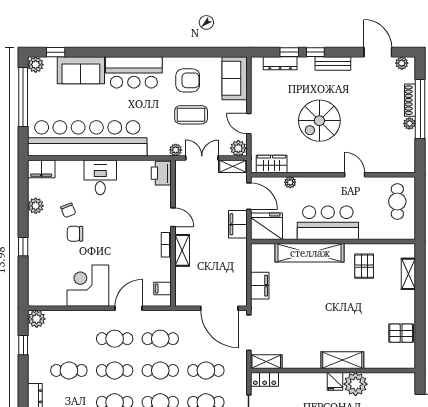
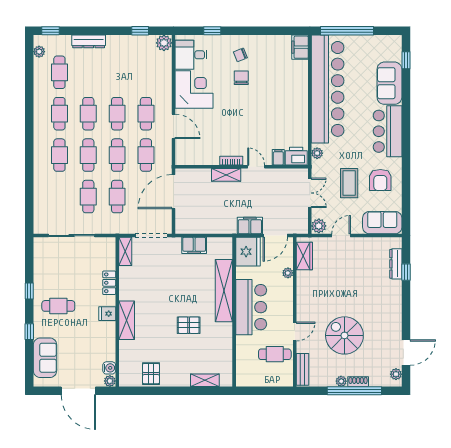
window: (315, 52) -> (406, 296), removed
bench: (333, 63) -> (302, 369), moved
plant: (36, 65) -> (395, 42), removed
window: (23, 97) -> (347, 31), moved
shoe rack: (410, 100) -> (358, 382), width x0.70
spiral stairs: (319, 121) -> (344, 335), moved
plant: (176, 150) -> (317, 153), moved
shelving: (233, 166) -> (302, 221), removed
desk: (100, 177) -> (191, 55), moved, turned 180
cafe table: (397, 202) -> (275, 354), moved
plant: (36, 206) -> (267, 42), removed
chair: (68, 210) -> (240, 55), moved
door: (173, 217) -> (256, 167), swing flipped
window: (23, 247) -> (212, 31), moved
pallet: (364, 266) -> (189, 325), moved
filing cabinet: (163, 288) -> (278, 157), moved
door: (219, 308) -> (174, 192), moved
cafe table: (69, 370) -> (117, 72), removed
locker: (265, 379) -> (109, 283), moved
water cooler: (395, 379) -> (109, 368), added
plant: (356, 384) -> (110, 381), moved, width x0.53, depth x0.53

